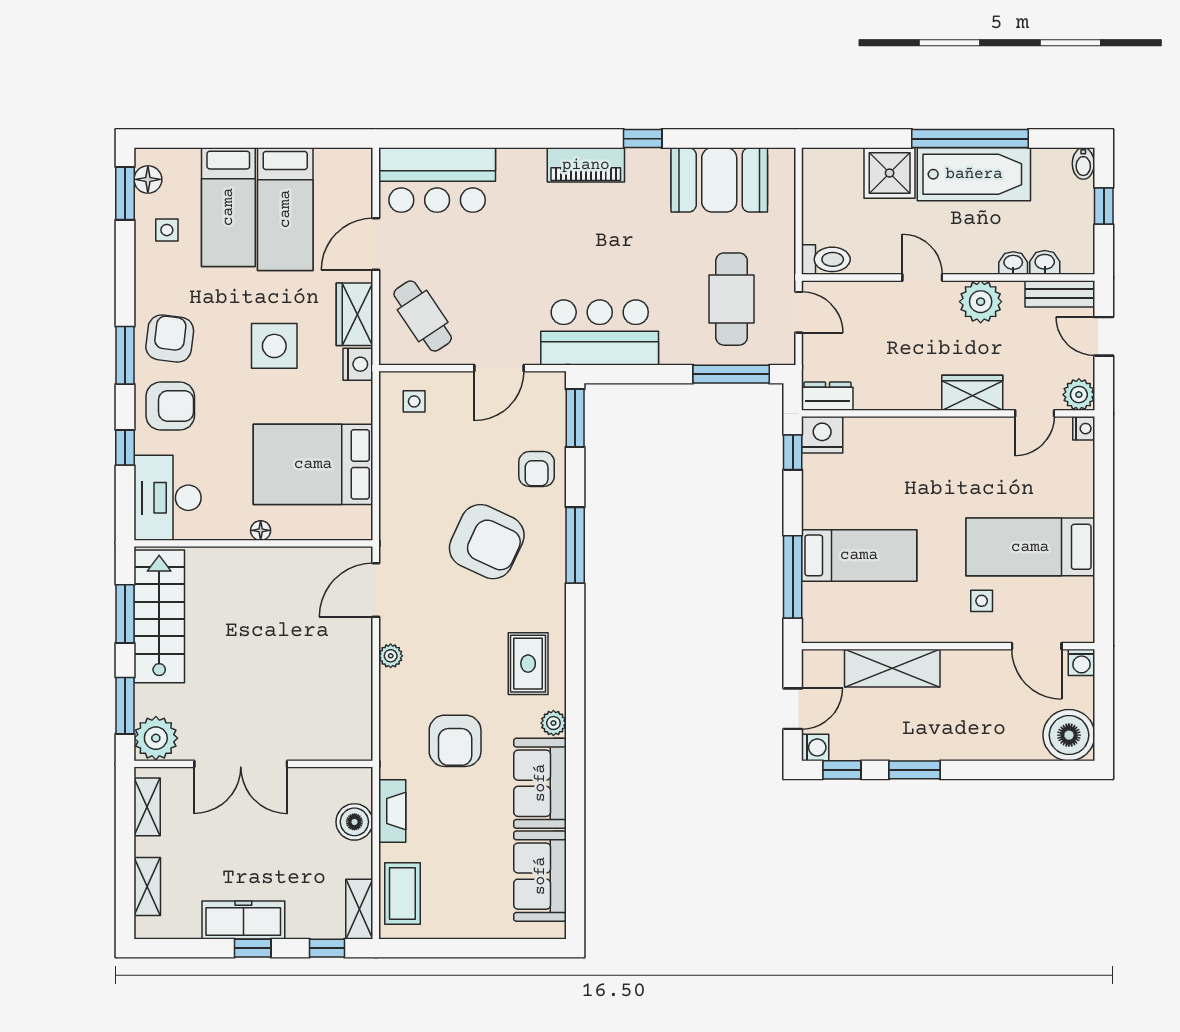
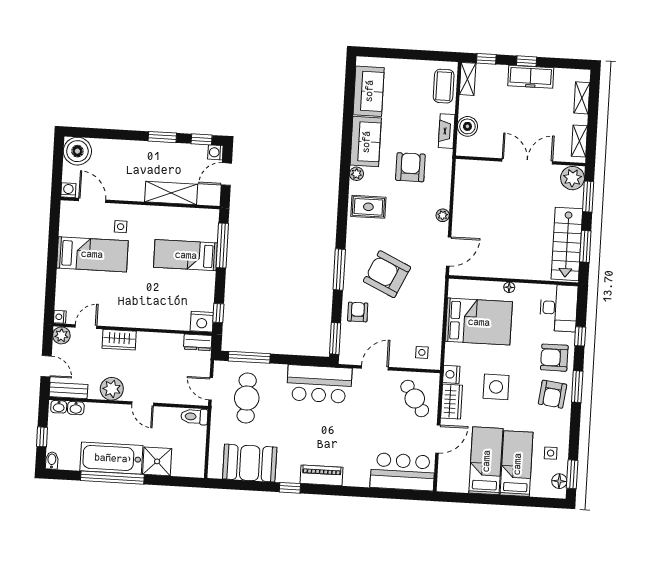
washbasin: (1013, 263) -> (59, 407), moved
rug: (528, 664) -> (368, 207), turned 90

